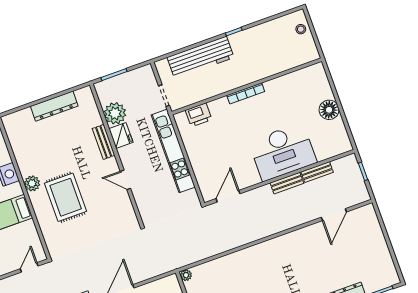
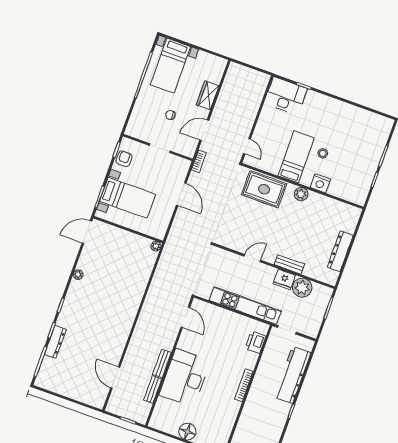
rug: (66, 197) -> (264, 189), moved

